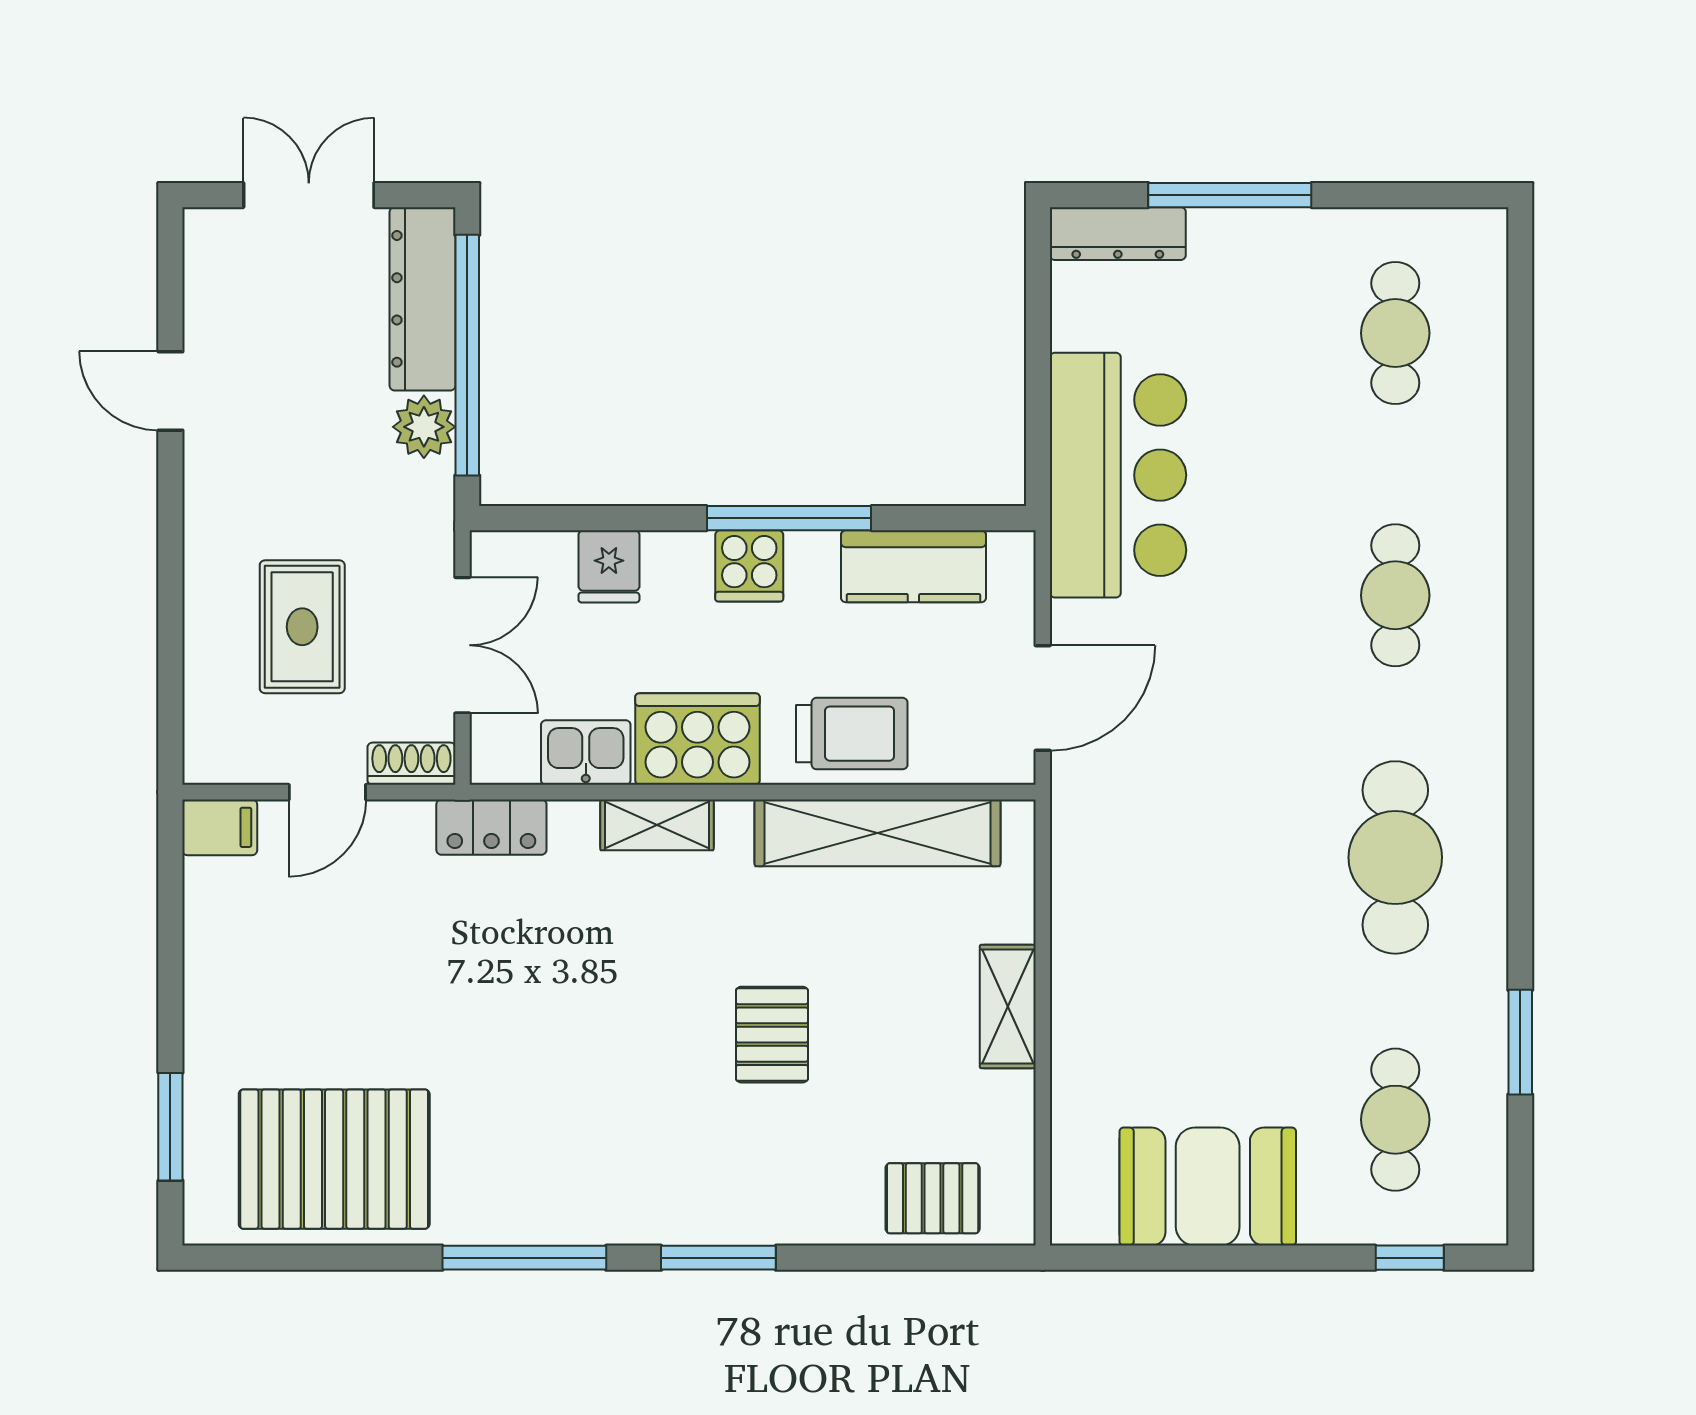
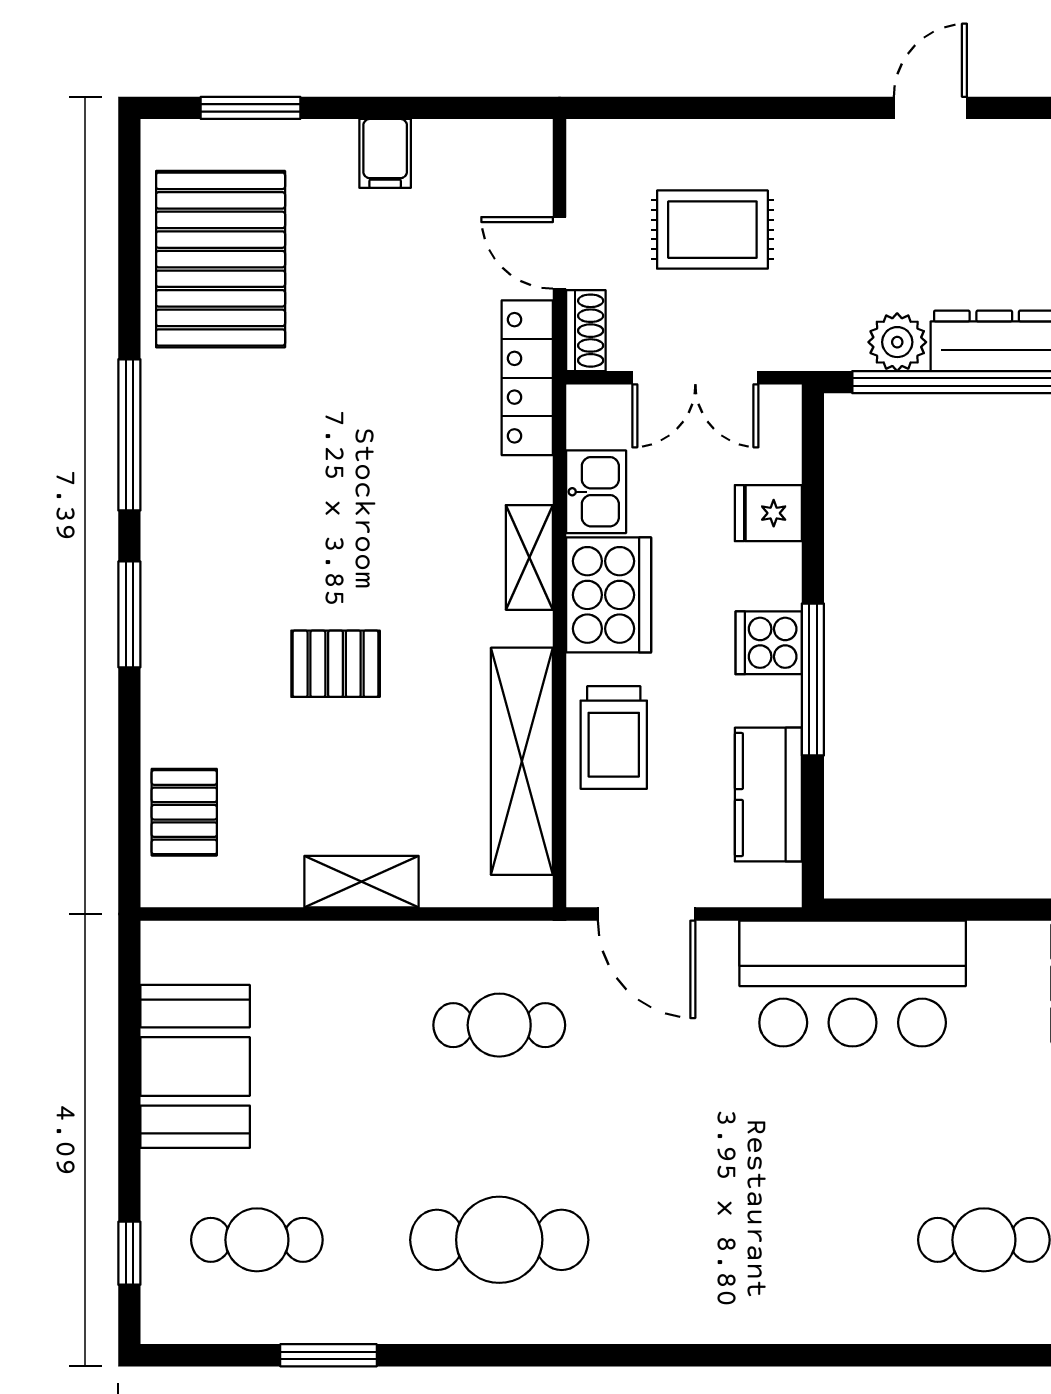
cafe table: (1395, 595) -> (499, 1025), moved
filing cabinet: (220, 827) -> (385, 153), moved
locker: (491, 827) -> (527, 378), width x1.53

